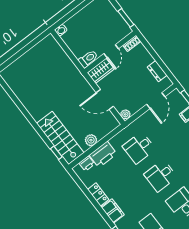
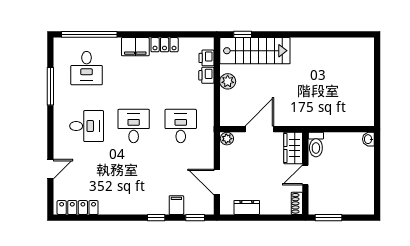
door: (111, 51) -> (305, 175), hinge flipped
printer: (103, 154) -> (206, 75), width x0.53, depth x0.68

